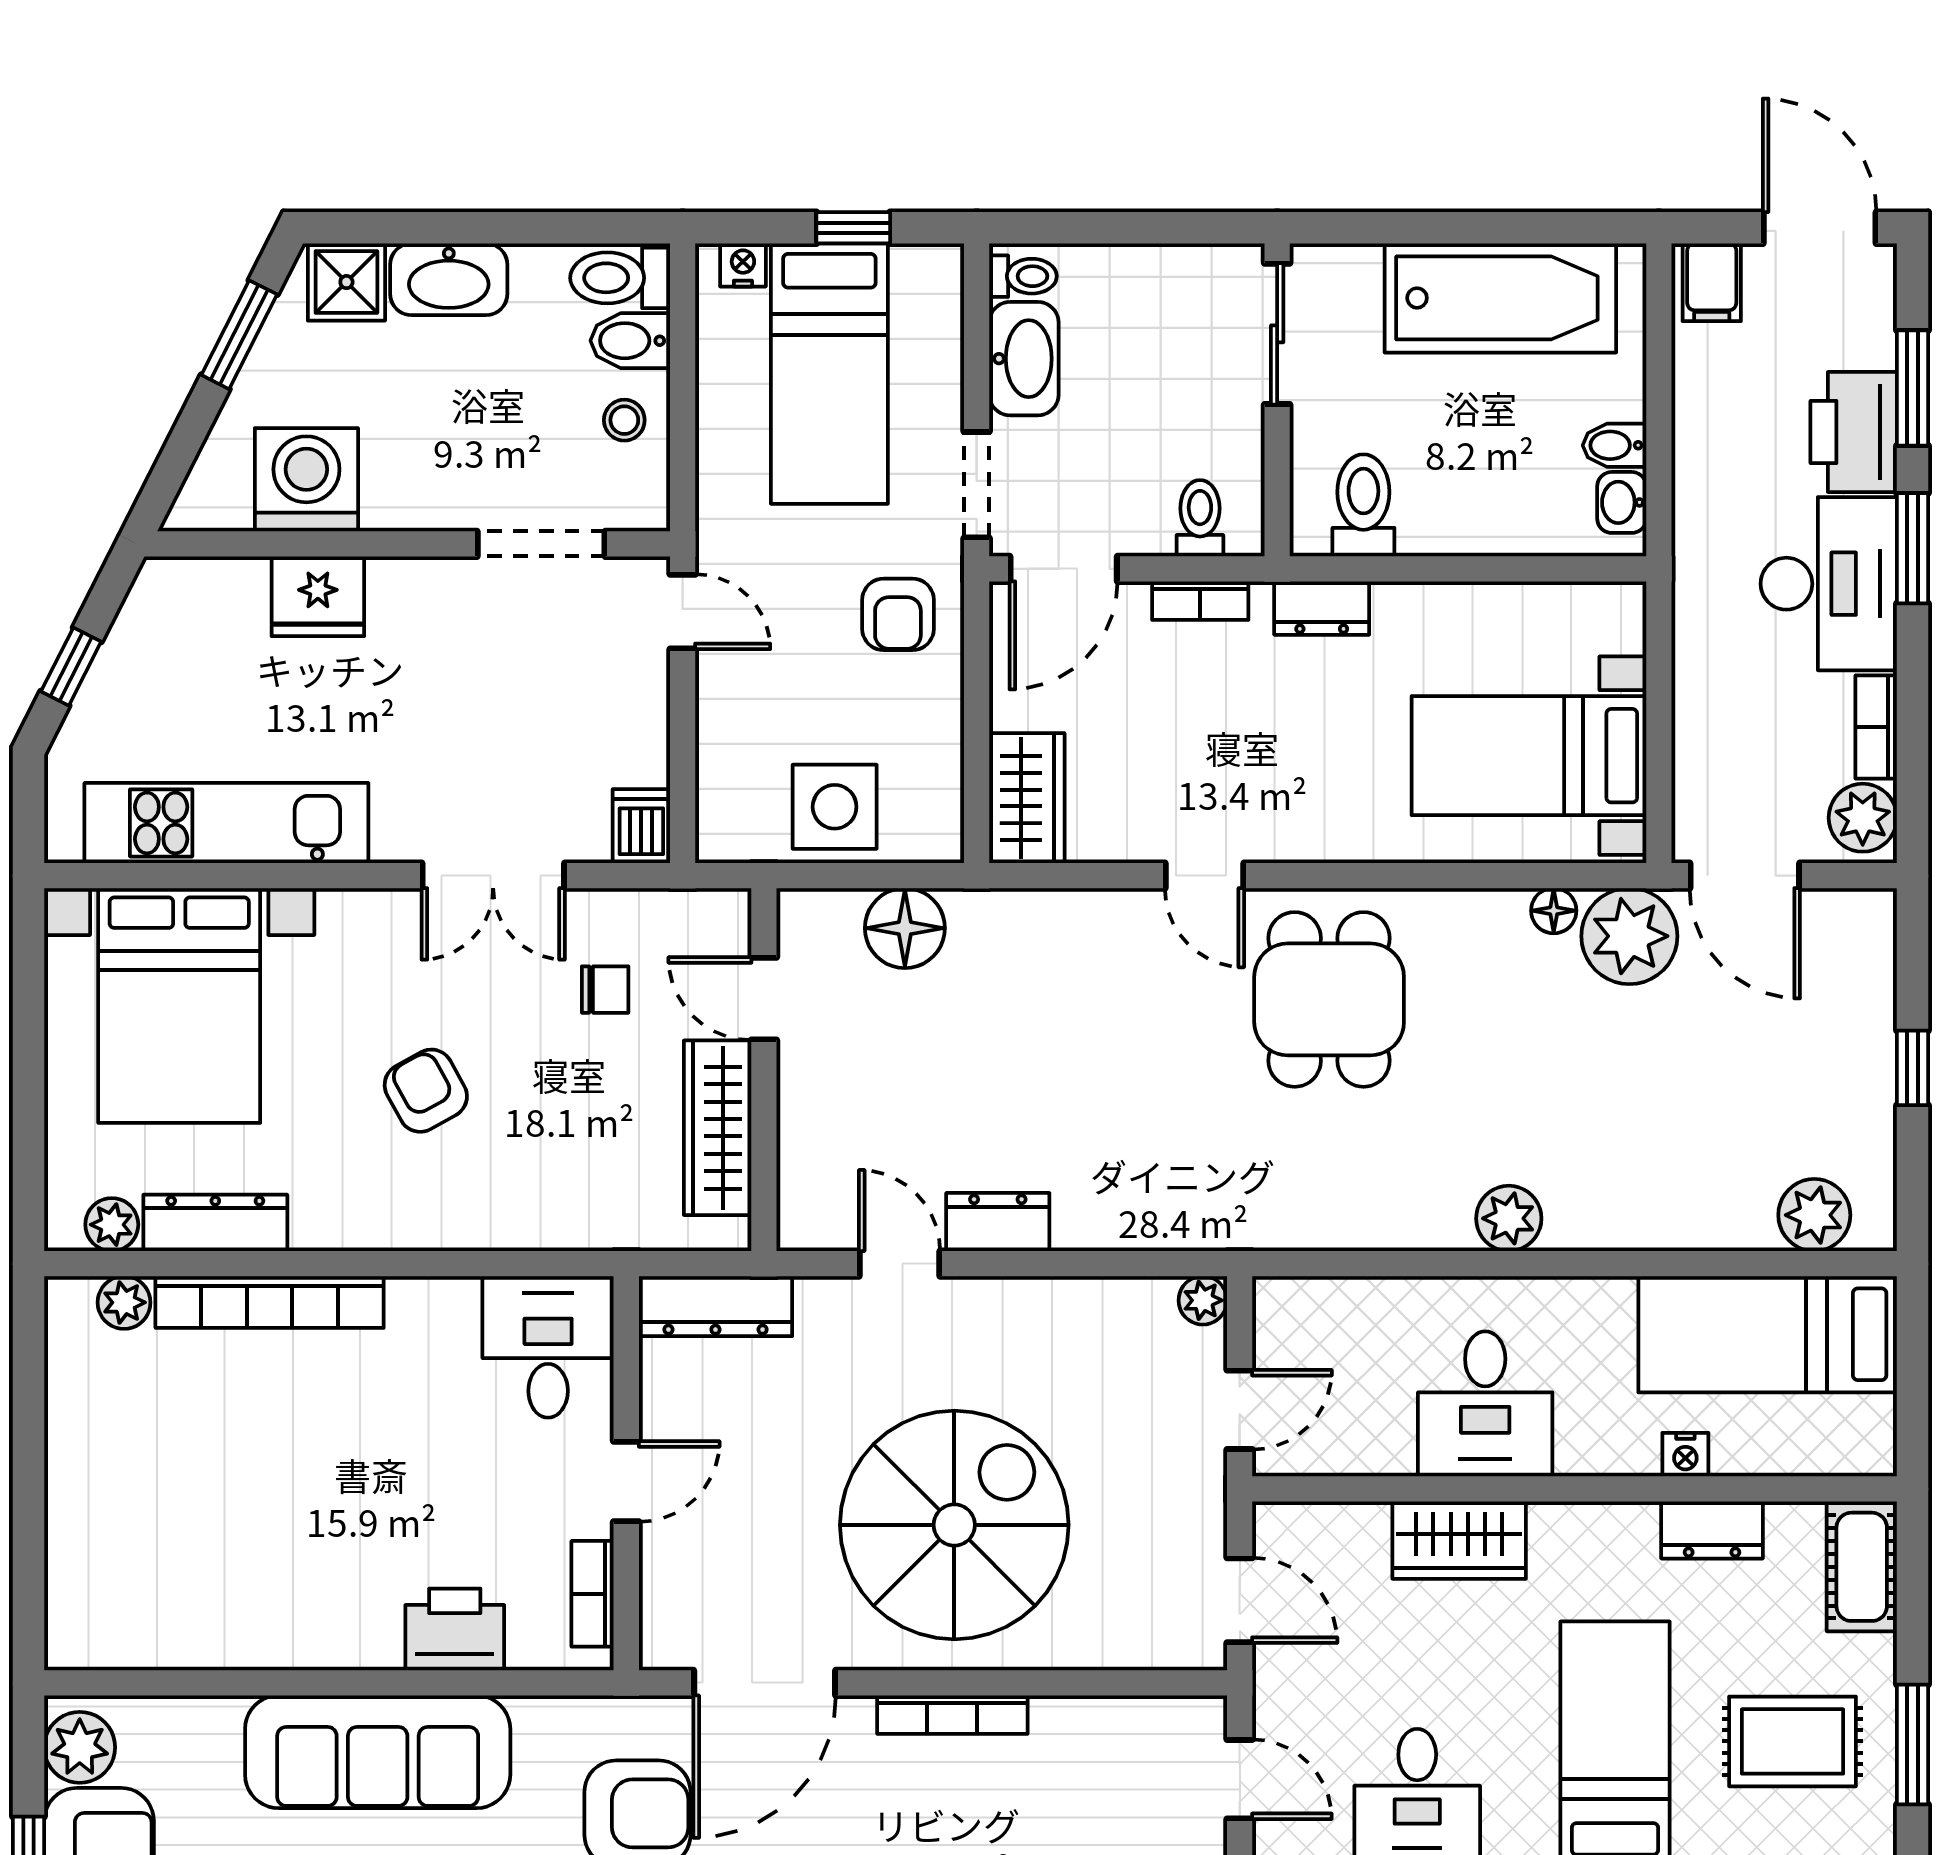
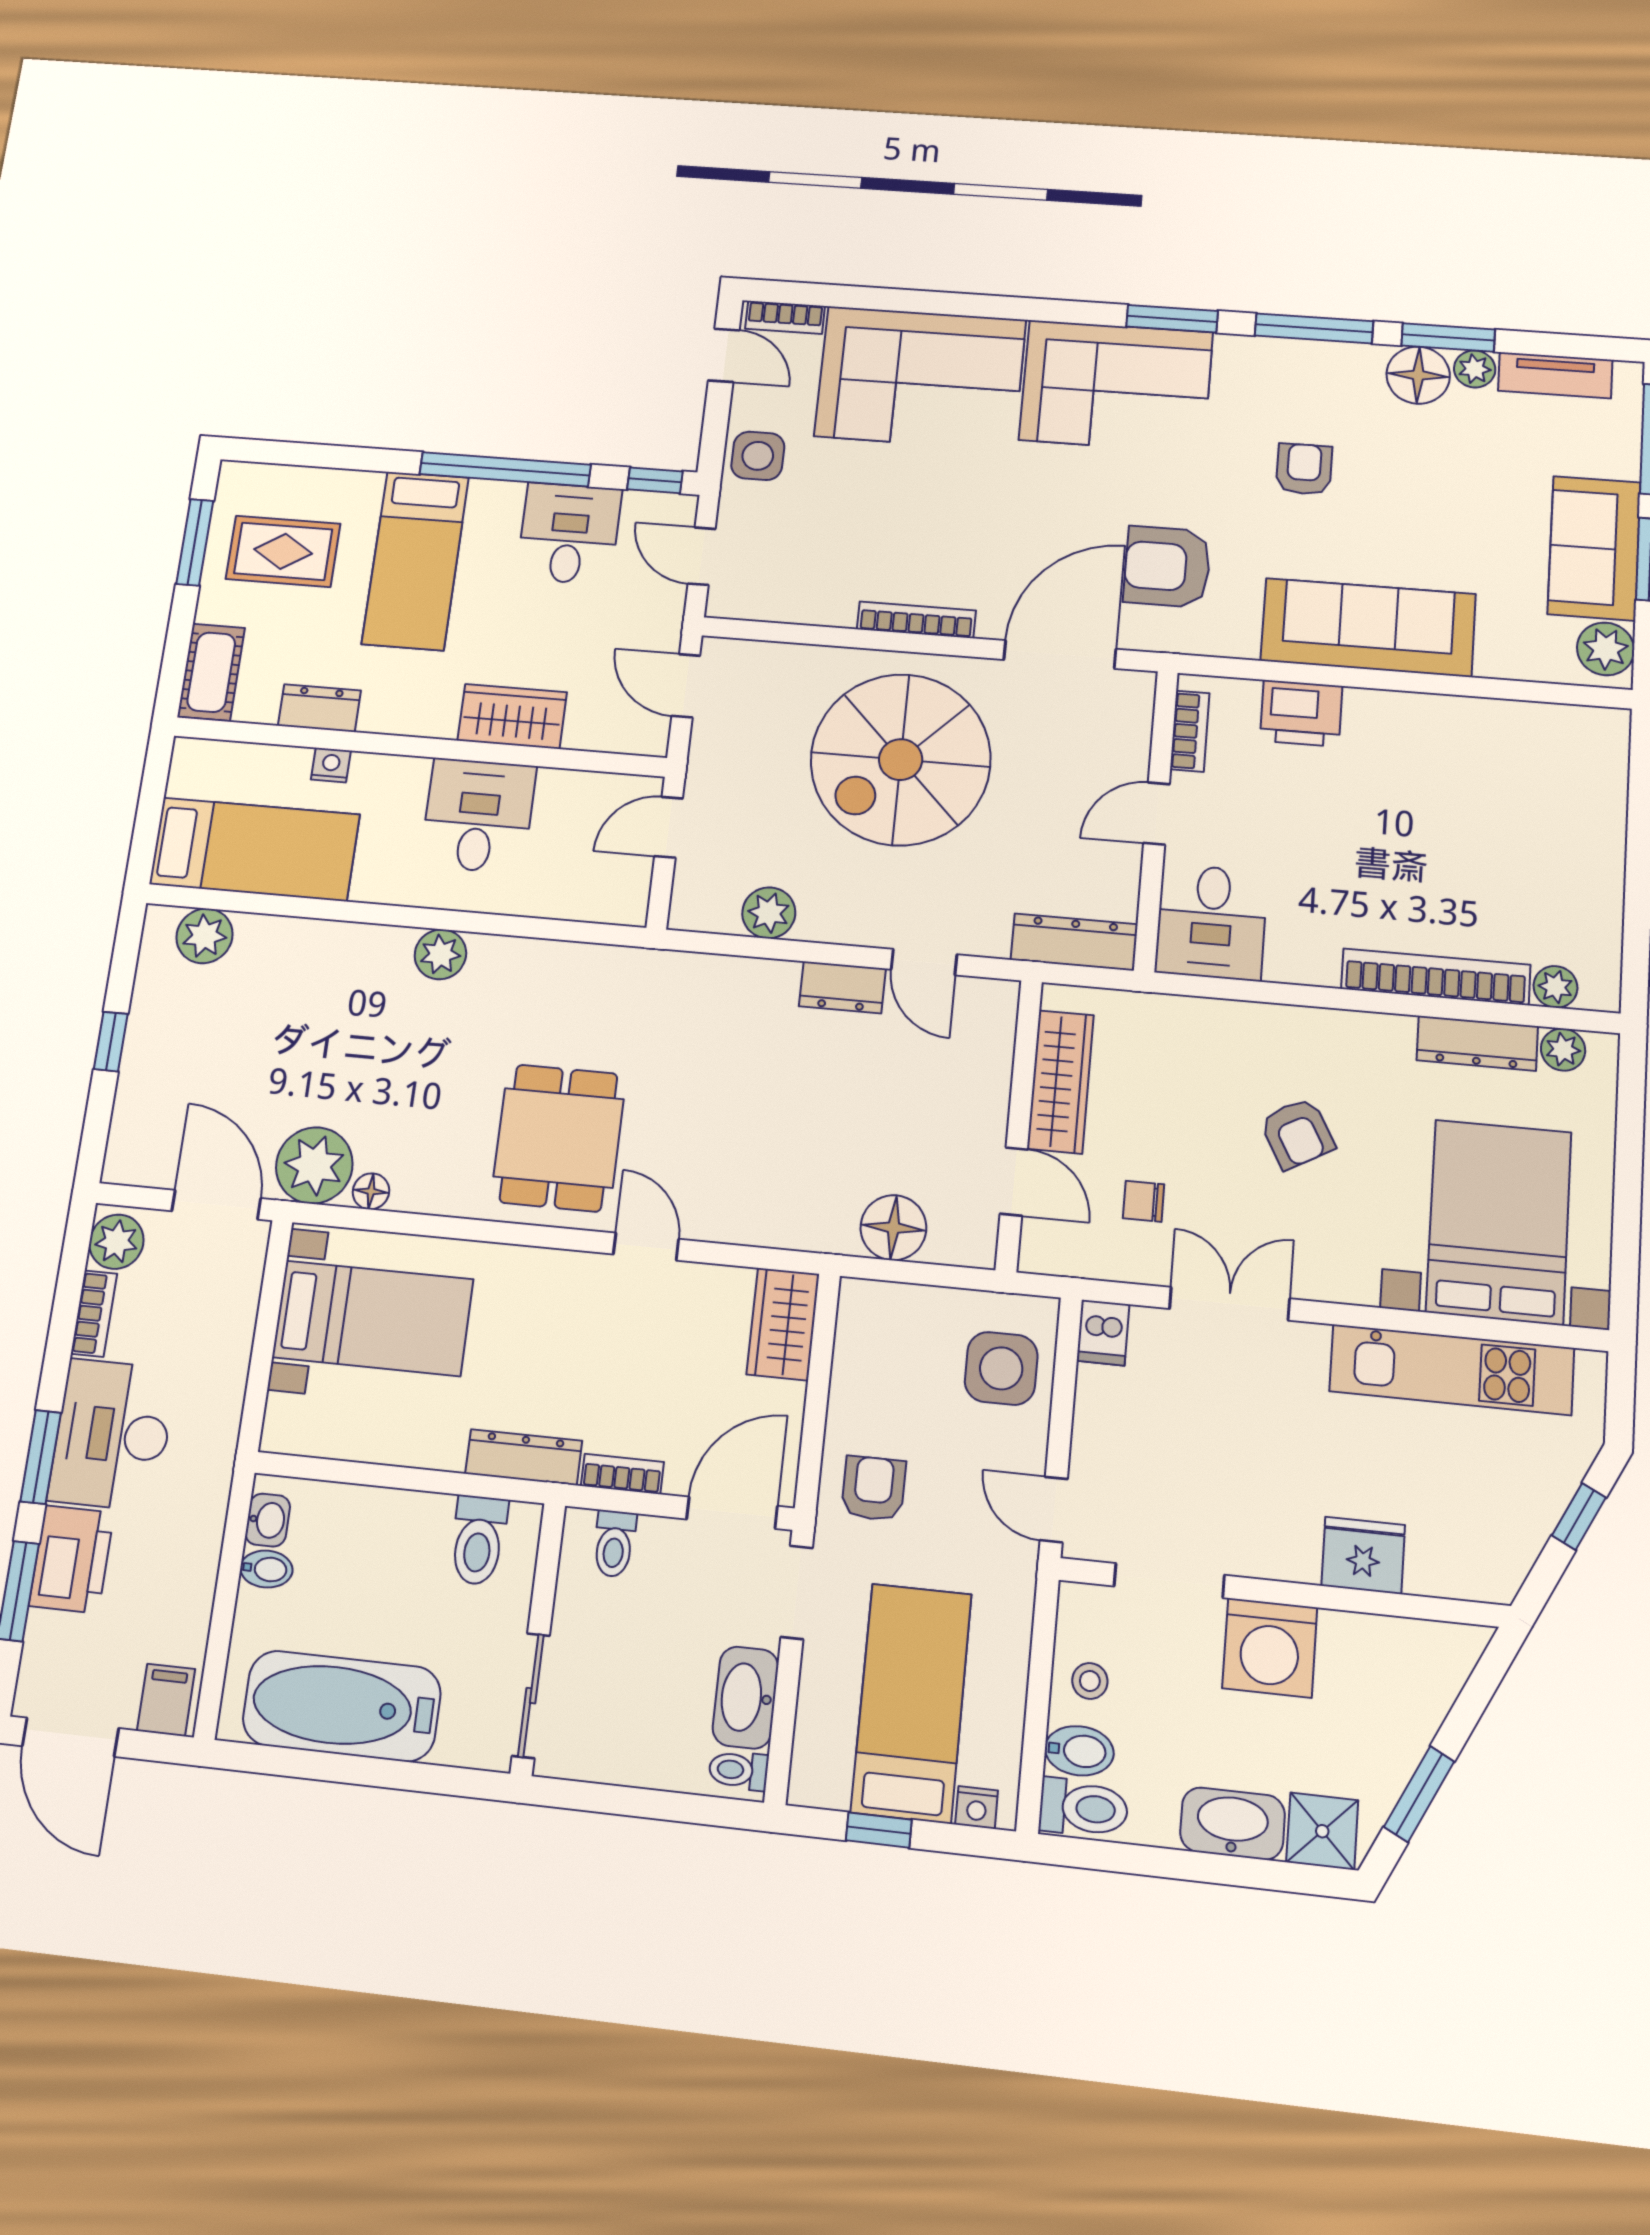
washing machine: (306, 480) -> (1270, 1648), moved
dresser: (1322, 608) -> (524, 1457), width x1.44
side table: (835, 807) -> (1001, 1368), moved
plant: (1203, 1300) -> (769, 913), moved, width x1.38, depth x1.38

